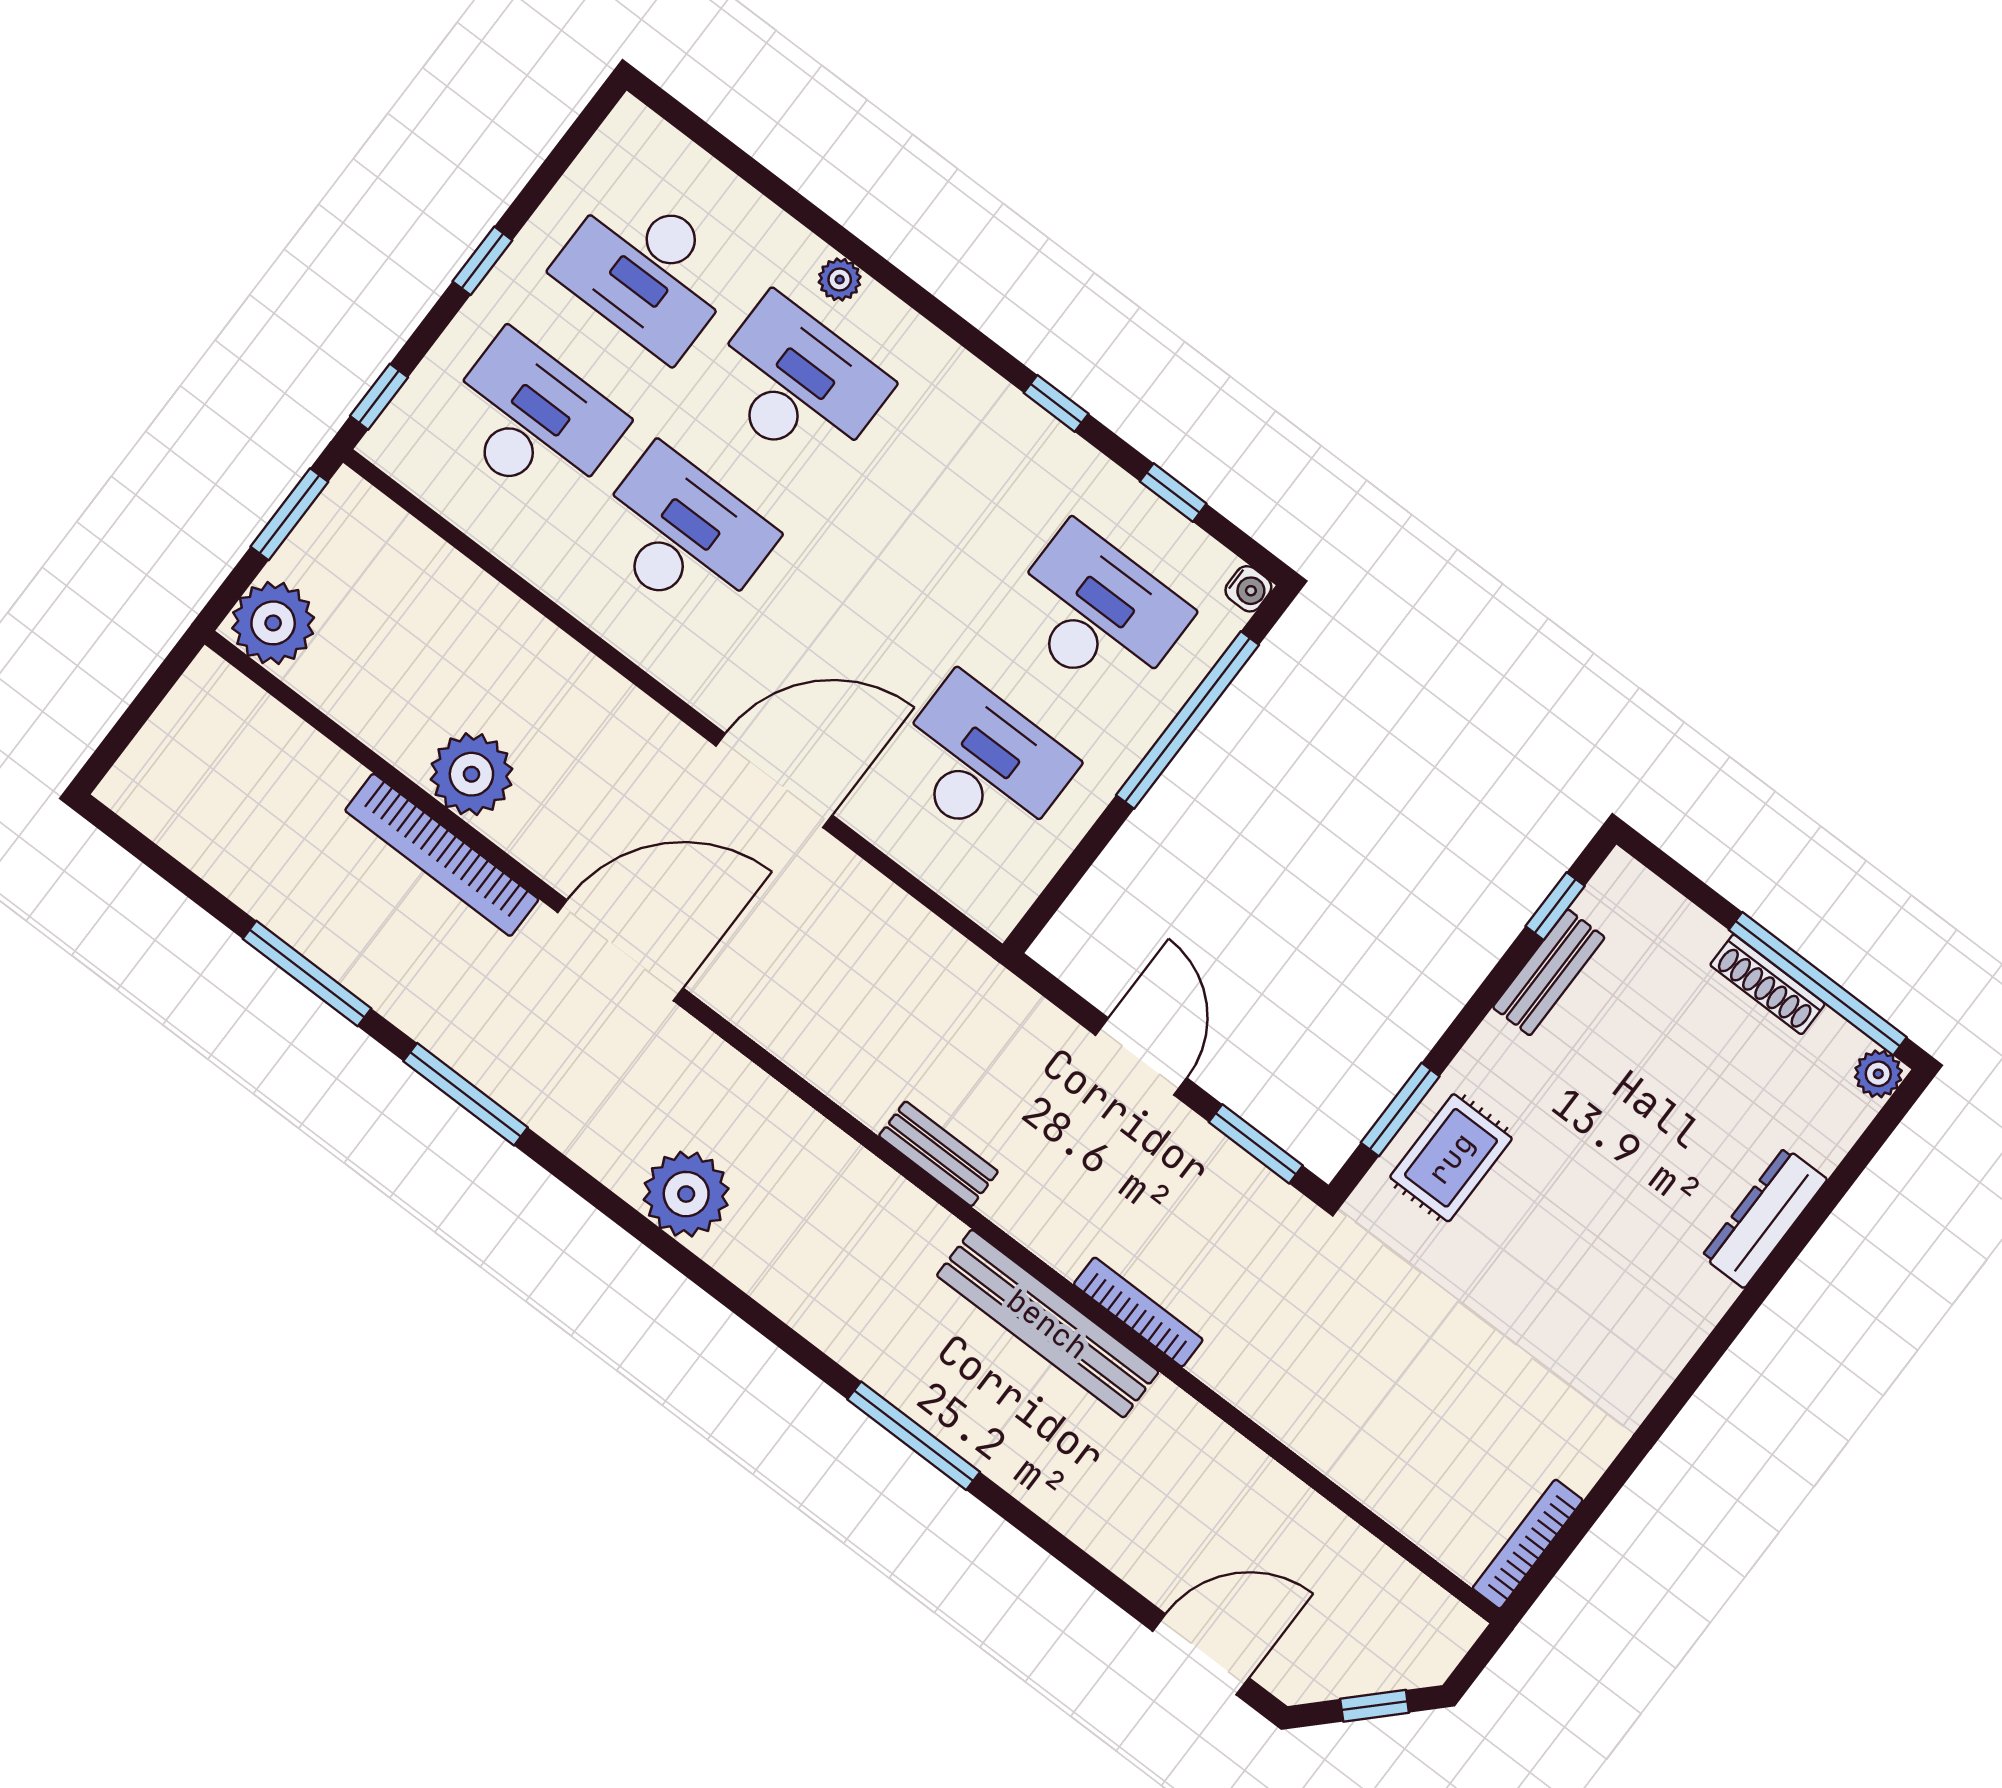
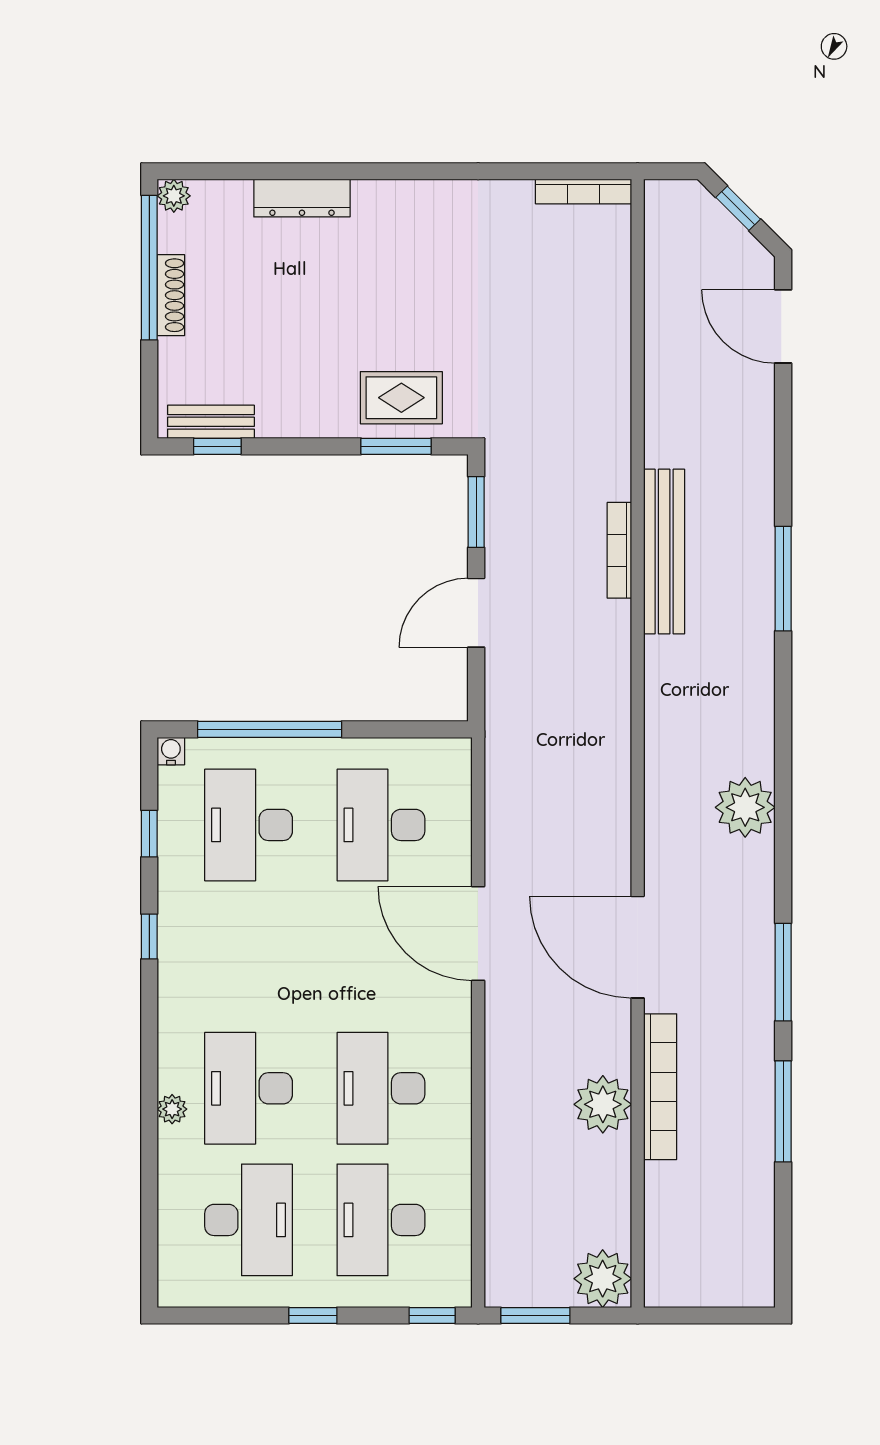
bench: (1549, 972) -> (211, 422), moved
bench: (938, 1154) -> (616, 684), removed
bookcase: (1138, 1312) -> (619, 550), moved

